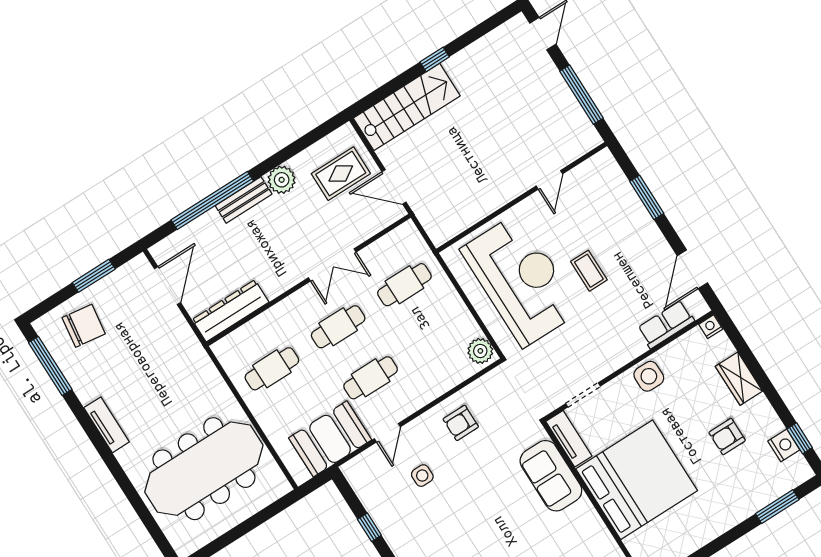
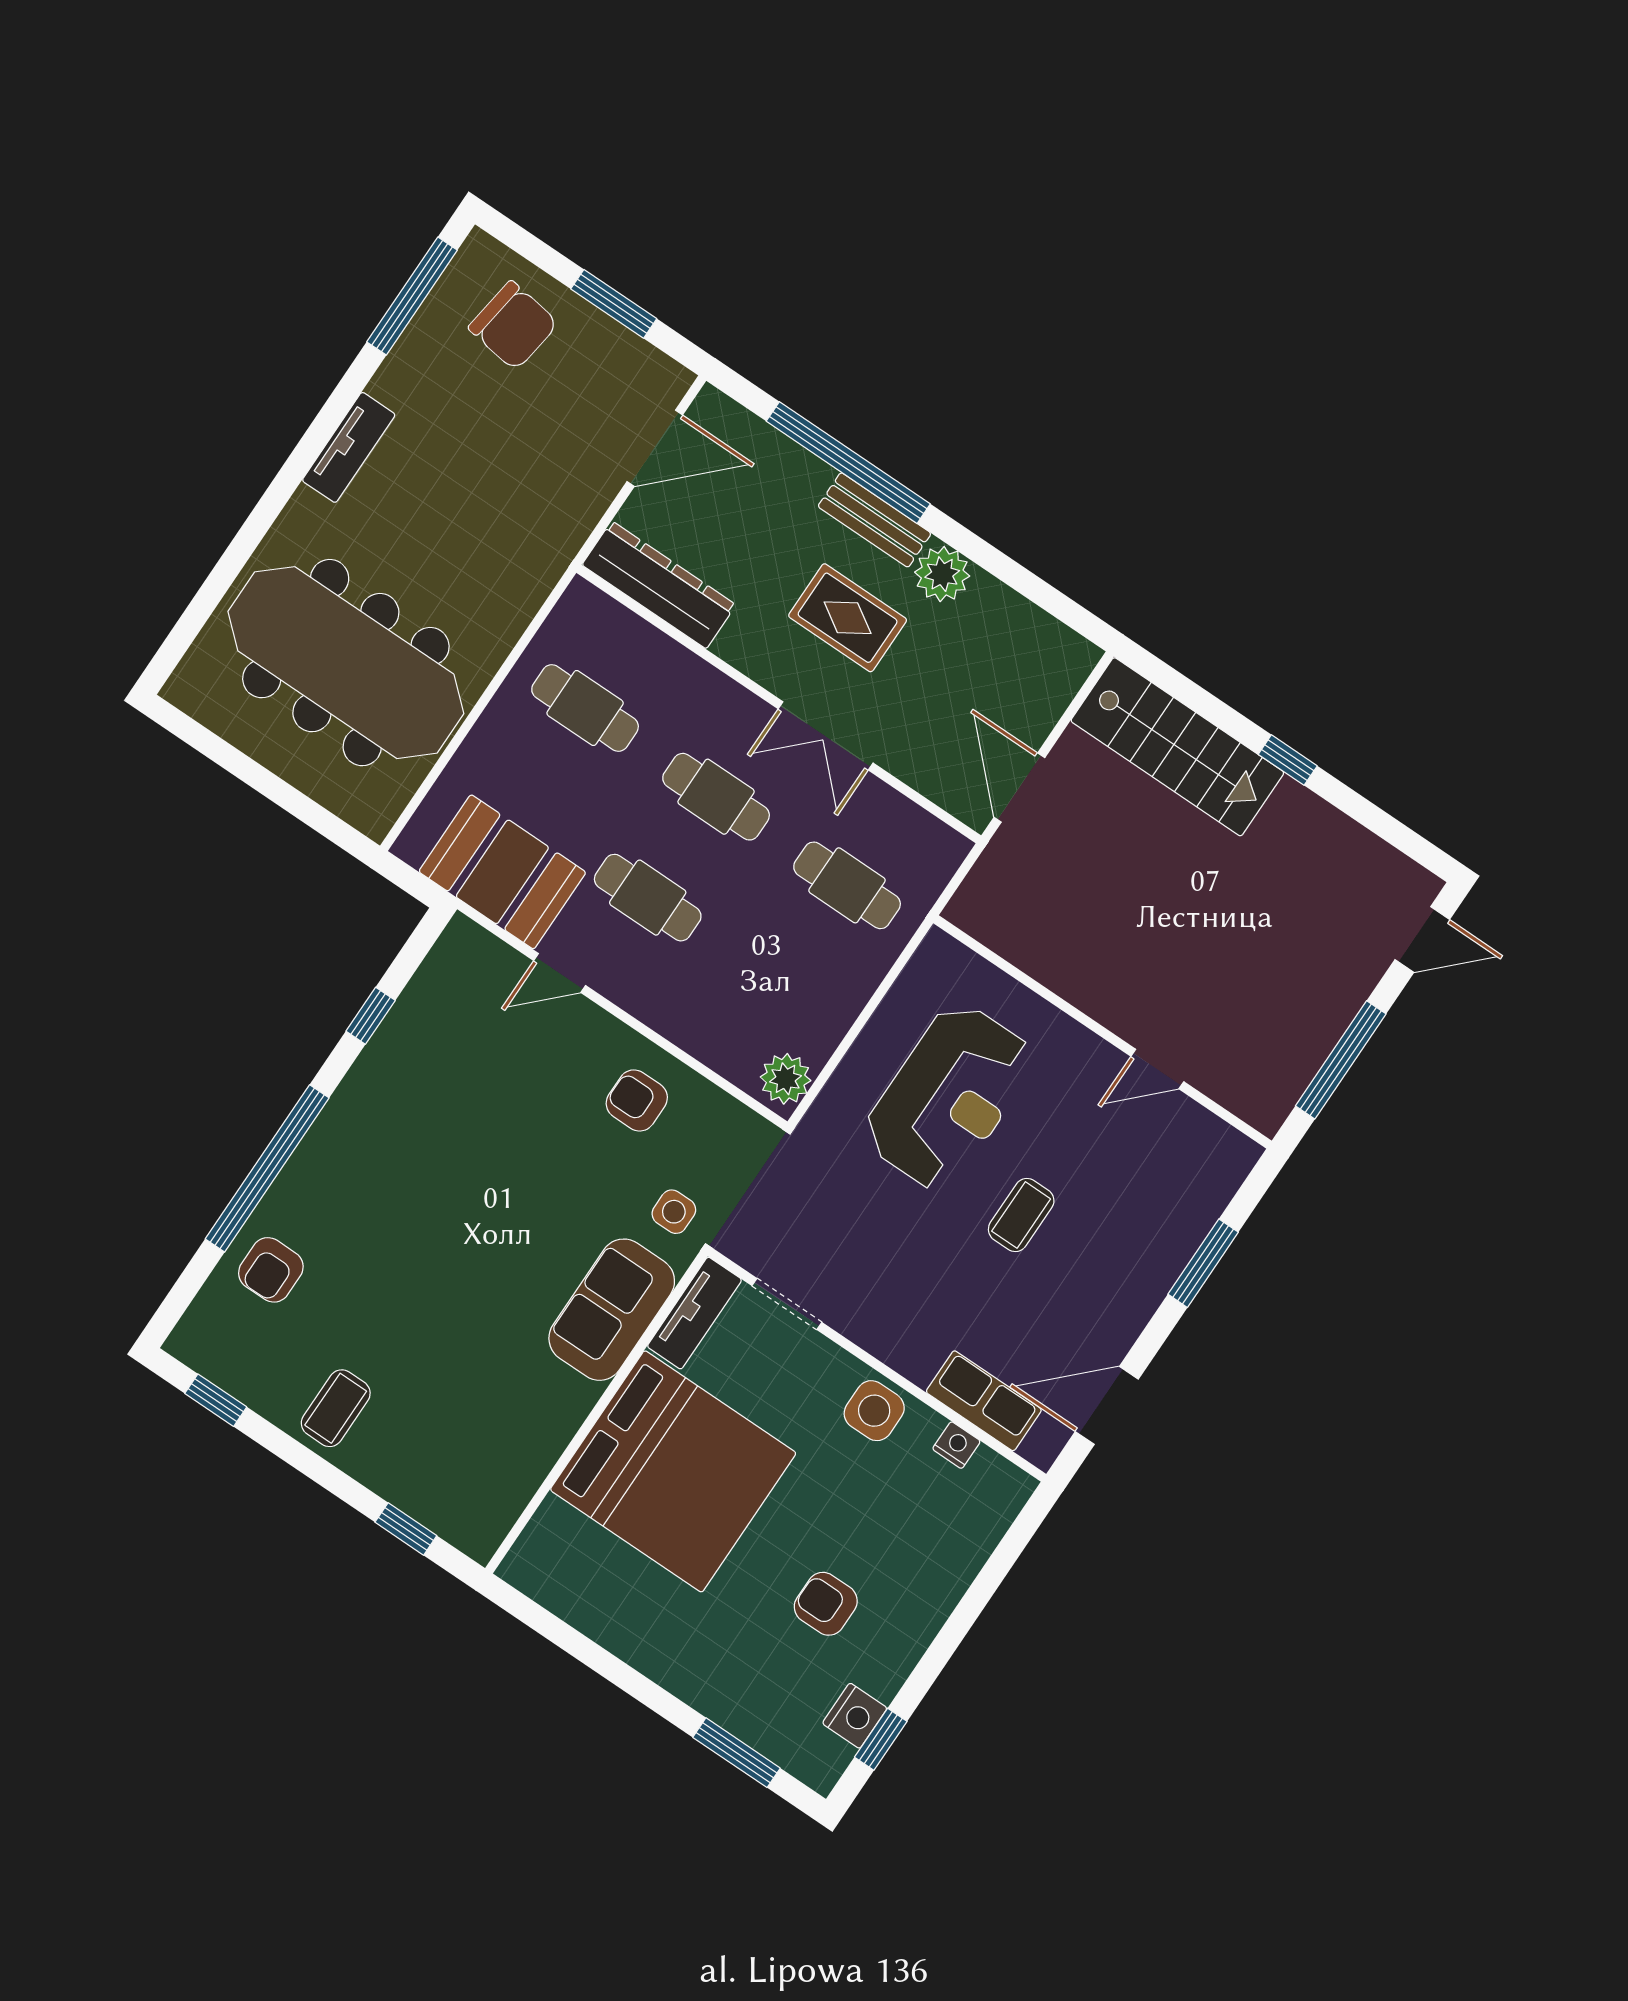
rug: (341, 174) -> (848, 618), moved
reception desk: (521, 280) -> (949, 1097), width x0.74, depth x0.77
nightstand: (711, 327) -> (956, 1445), moved
wardrobe: (739, 379) -> (942, 1579), removed
side table: (422, 476) -> (674, 1212), moved

